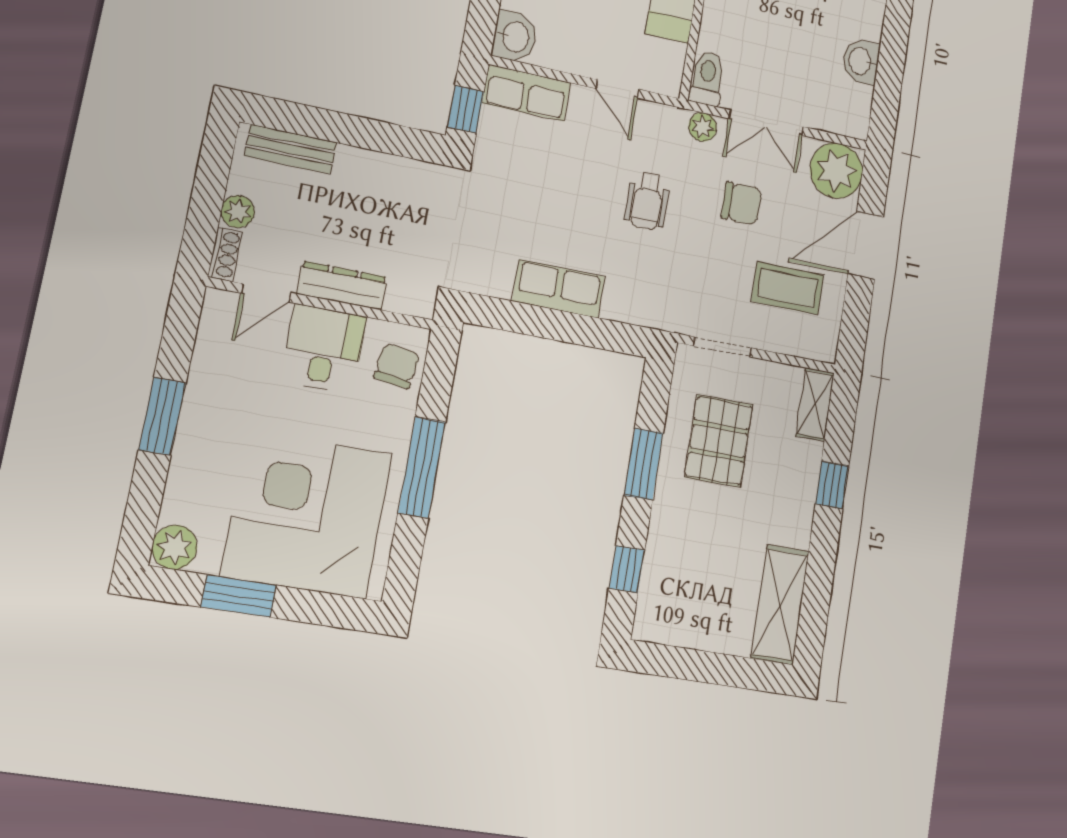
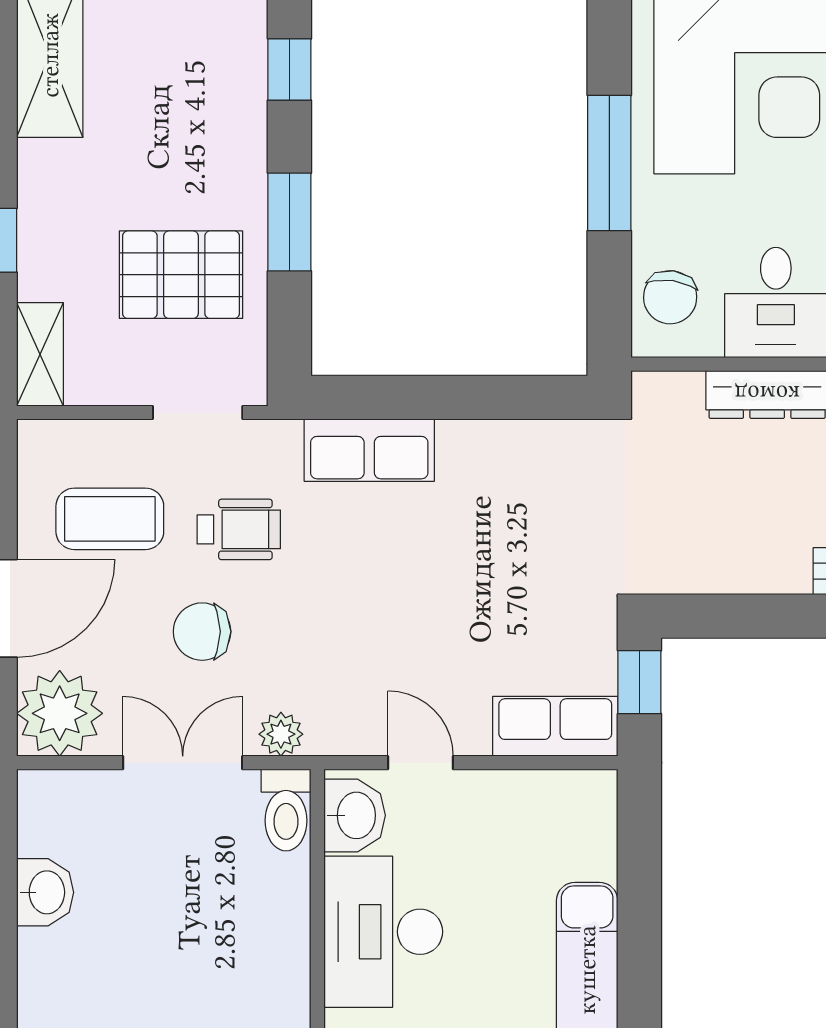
washbasin: (515, 37) -> (355, 815), moved, turned 180
wheelchair: (647, 201) -> (239, 529), moved, turned 90
row of seats: (559, 289) -> (369, 450), moved
pallet: (719, 441) -> (181, 275), turned 90

